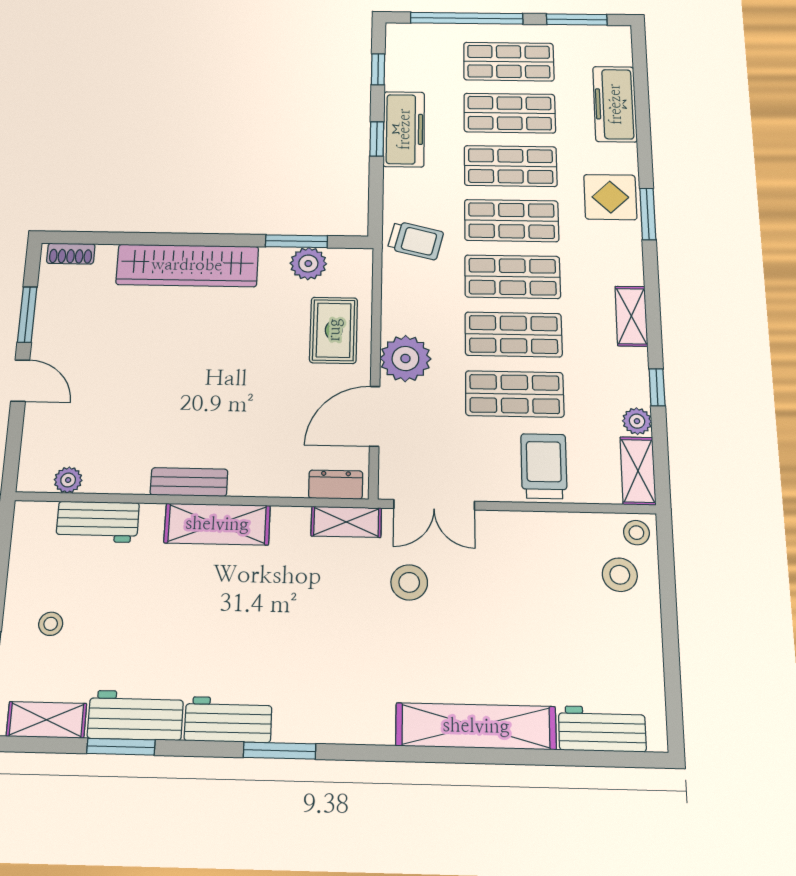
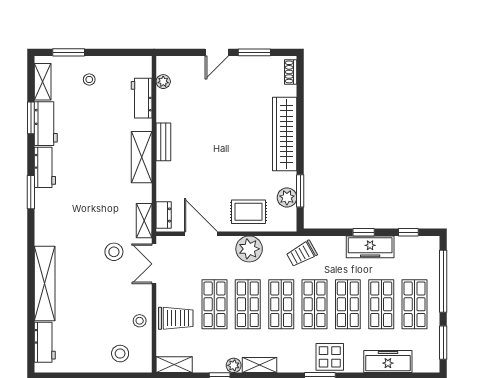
trolley: (416, 240) -> (302, 254), turned 47
plant: (405, 358) -> (249, 249), moved
plant: (637, 421) -> (234, 365), moved
stool: (636, 533) -> (140, 321), moved

